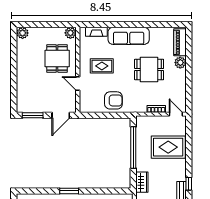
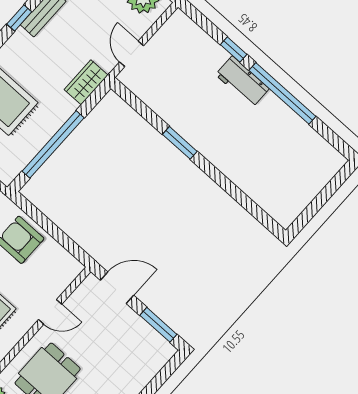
door: (78, 83) -> (50, 312), hinge flipped
window: (69, 191) -> (180, 143), moved

